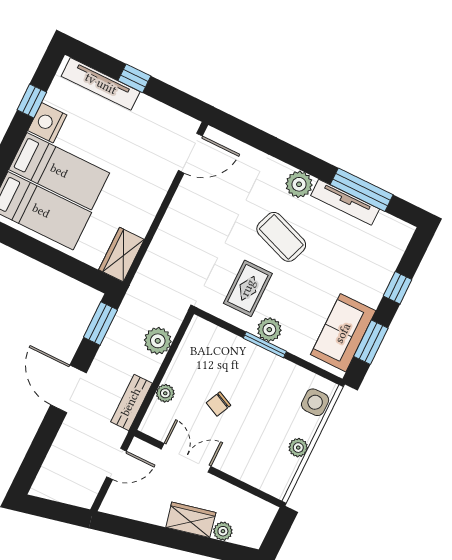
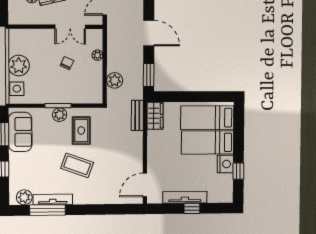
tv unit: (101, 84) -> (185, 197), moved
plant: (299, 184) -> (24, 197), moved
bench: (131, 402) -> (137, 115), moved
plant: (298, 448) -> (19, 66), width x1.87, depth x1.87

